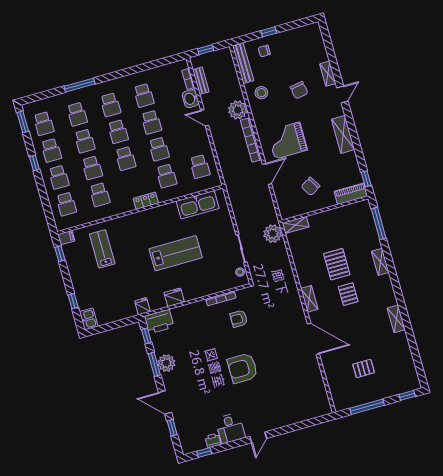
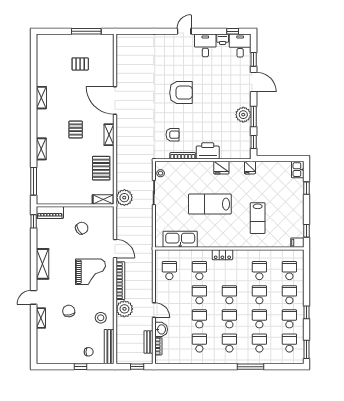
door: (267, 174) -> (115, 249), swing flipped
lab bench: (102, 249) -> (258, 218), moved
pallet: (337, 264) -> (101, 168), moved
printer: (159, 322) -> (208, 151), moved
window: (407, 395) -> (50, 31), removed
desk: (191, 439) -> (240, 46), added

